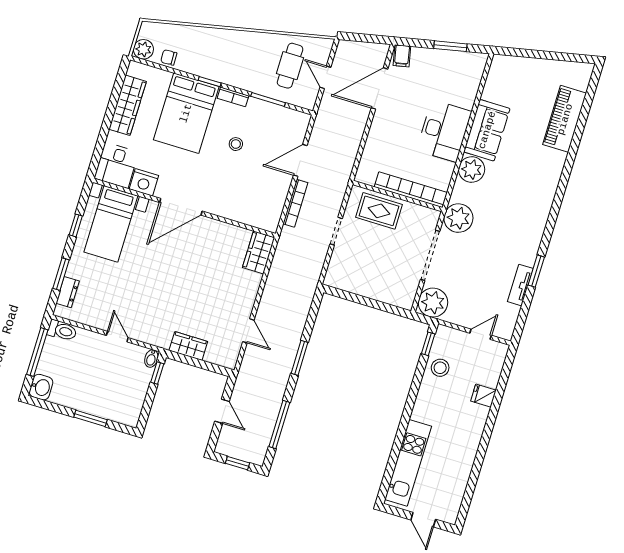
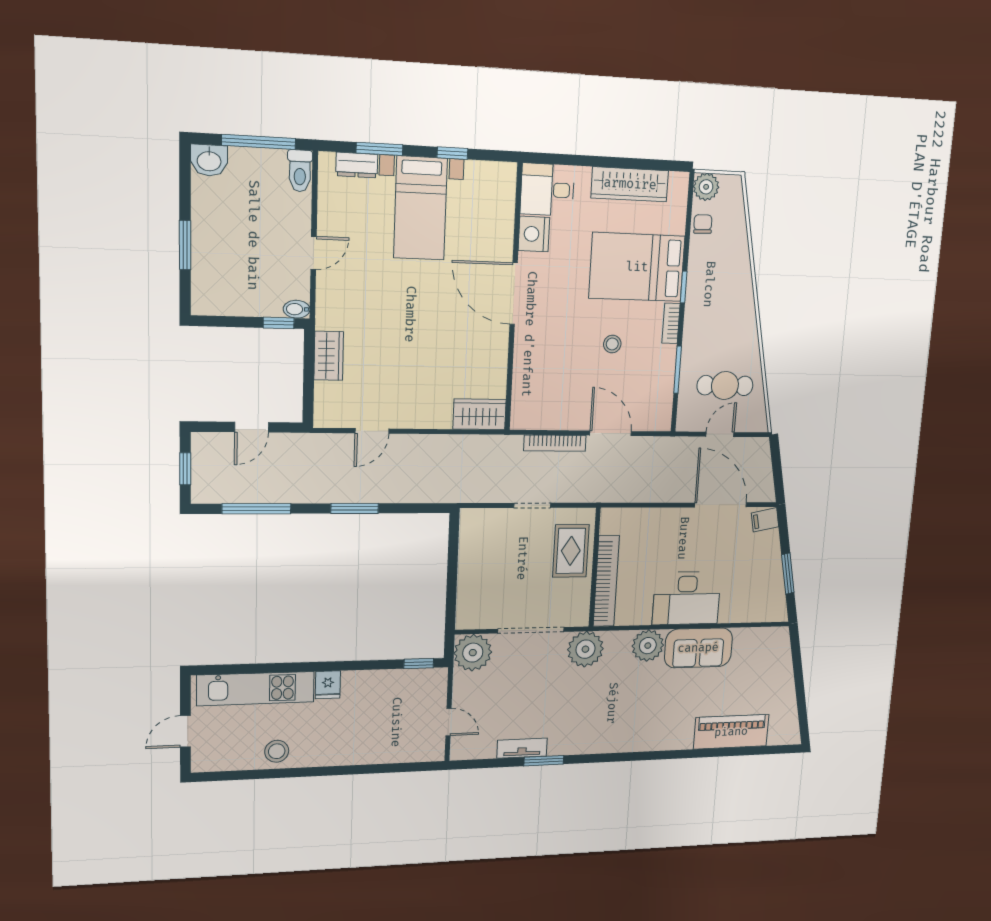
bed with nightstands: (111, 224) -> (420, 208), moved, turned -90
stool: (440, 368) -> (277, 751), moved
fridge: (483, 396) -> (328, 685), moved, turned 180

